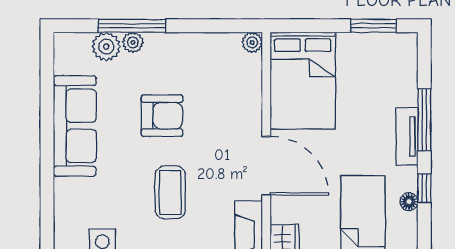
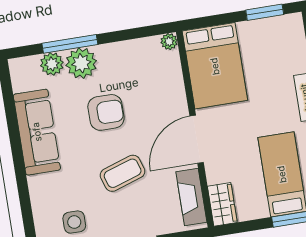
plant: (133, 42) -> (81, 63), width x1.87, depth x1.87
door: (266, 166) -> (197, 139), swing flipped
coffee table: (170, 192) -> (123, 173), turned 72

